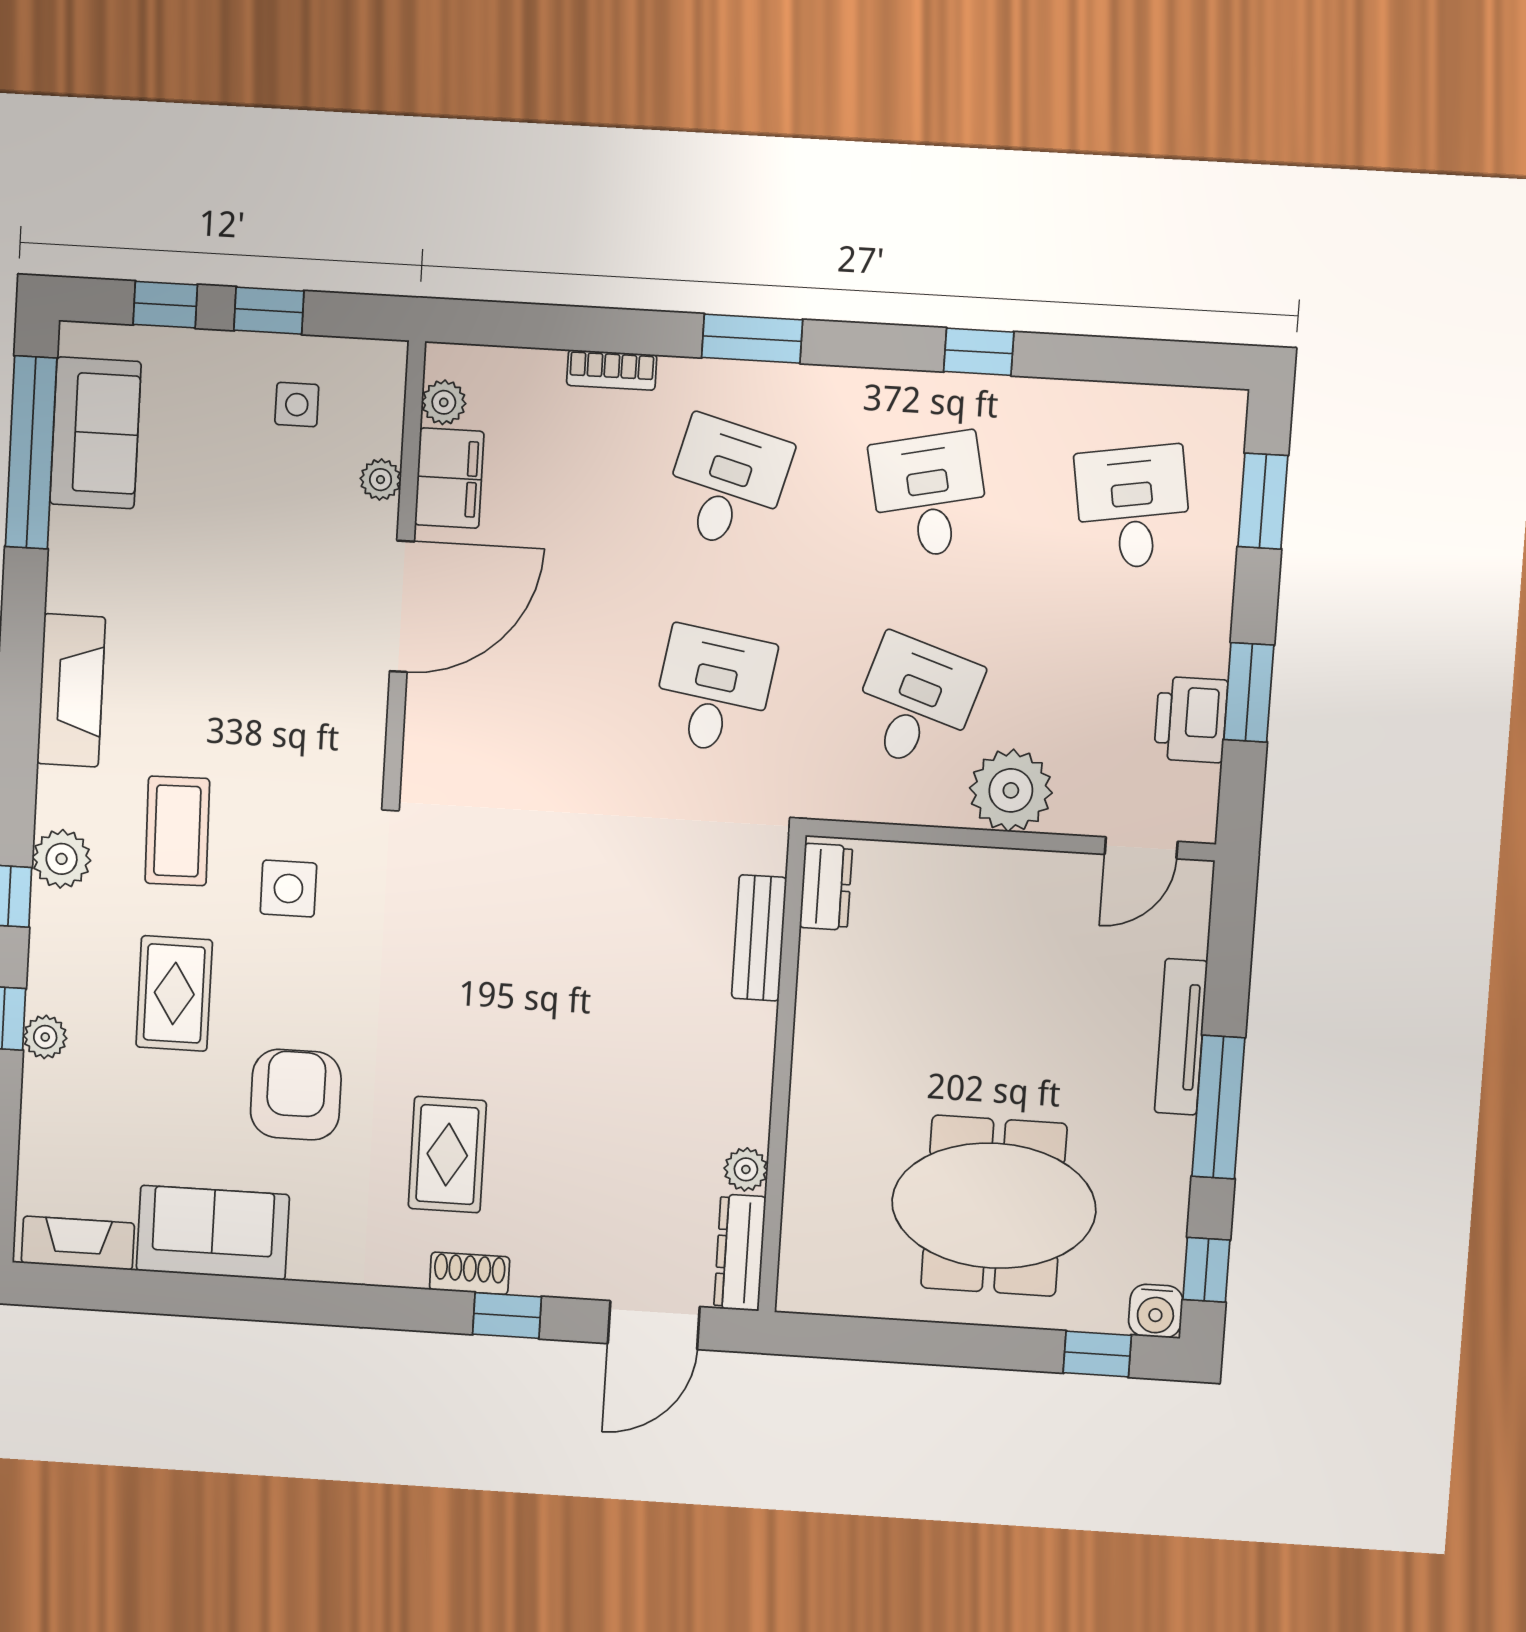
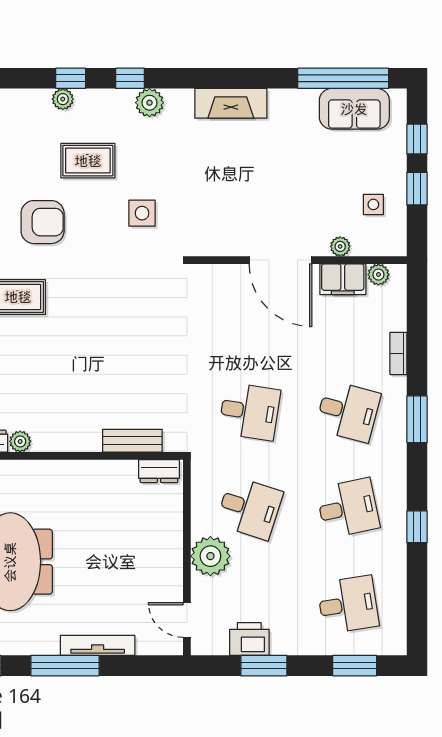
coffee table: (177, 831) -> (166, 158), removed

